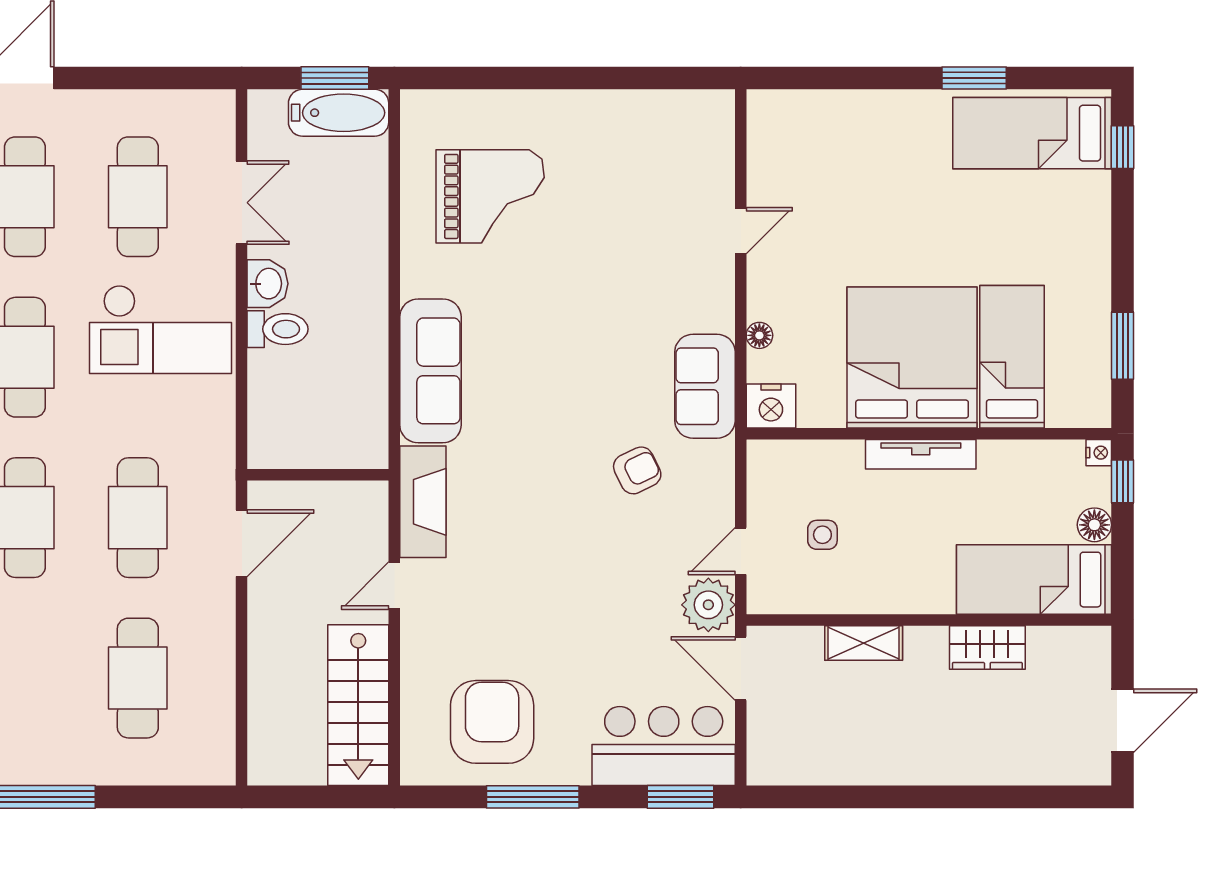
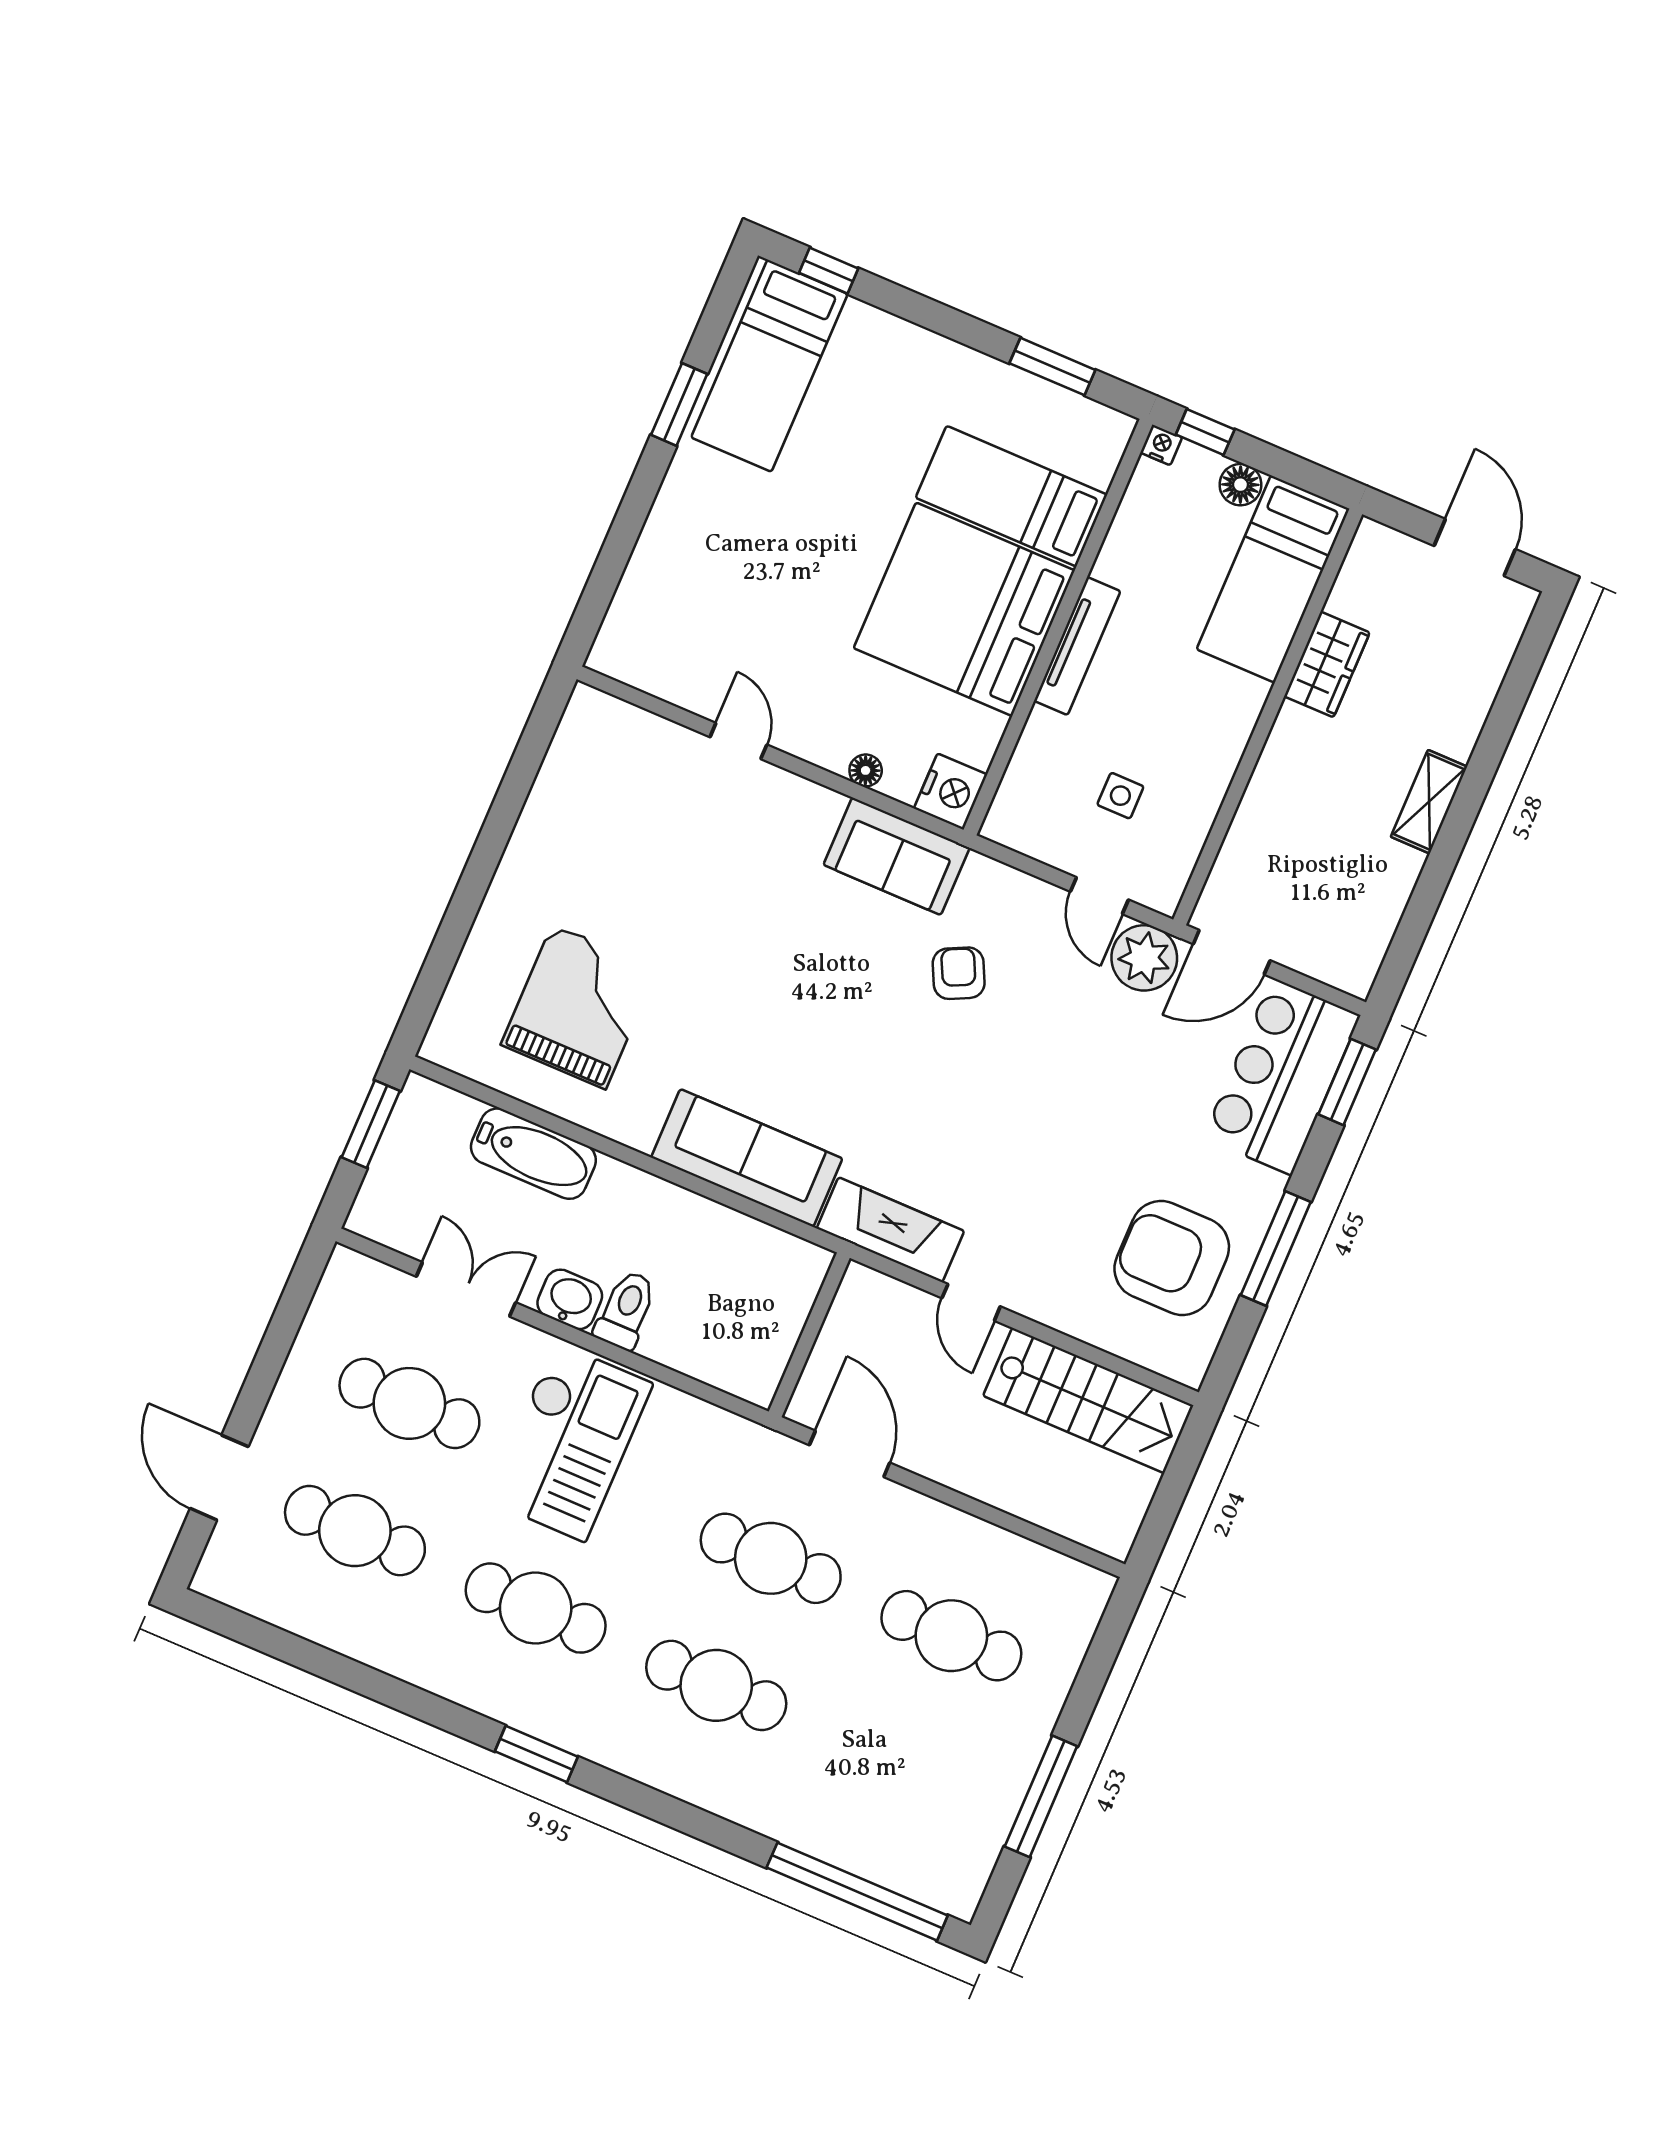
bathtub: (339, 113) -> (533, 1154), moved, turned 90
shelving: (864, 643) -> (1429, 802), moved

